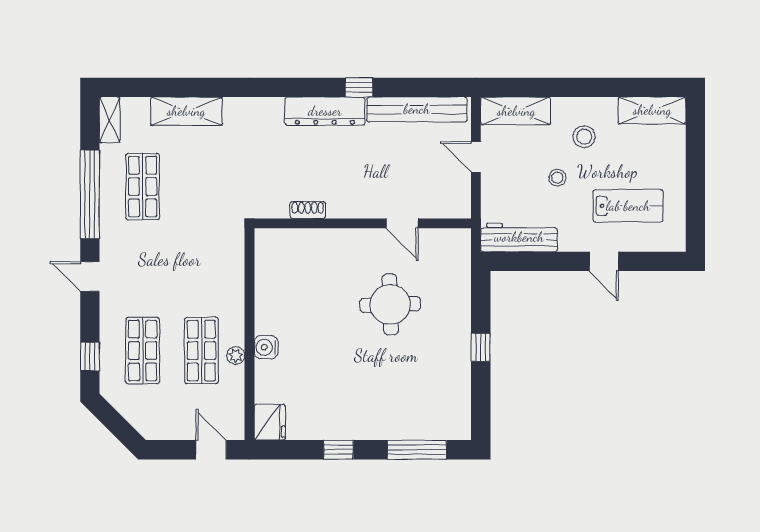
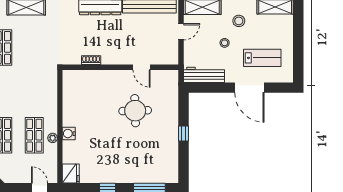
door: (476, 157) -> (181, 32), swing flipped
door: (604, 261) -> (249, 88), width x1.88

